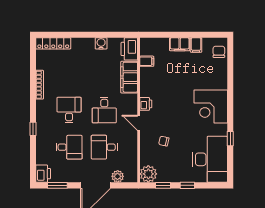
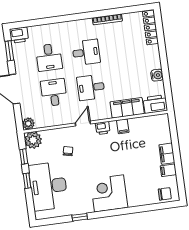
filing cabinet: (147, 61) -> (123, 126), moved
window: (33, 129) -> (62, 19), removed
desk: (210, 159) -> (48, 186), moved, turned 90
plant: (118, 176) -> (28, 124), moved

